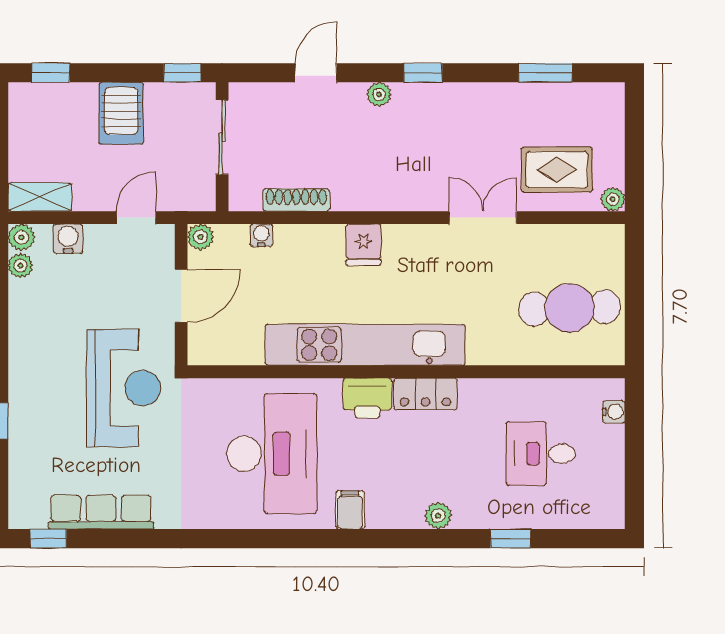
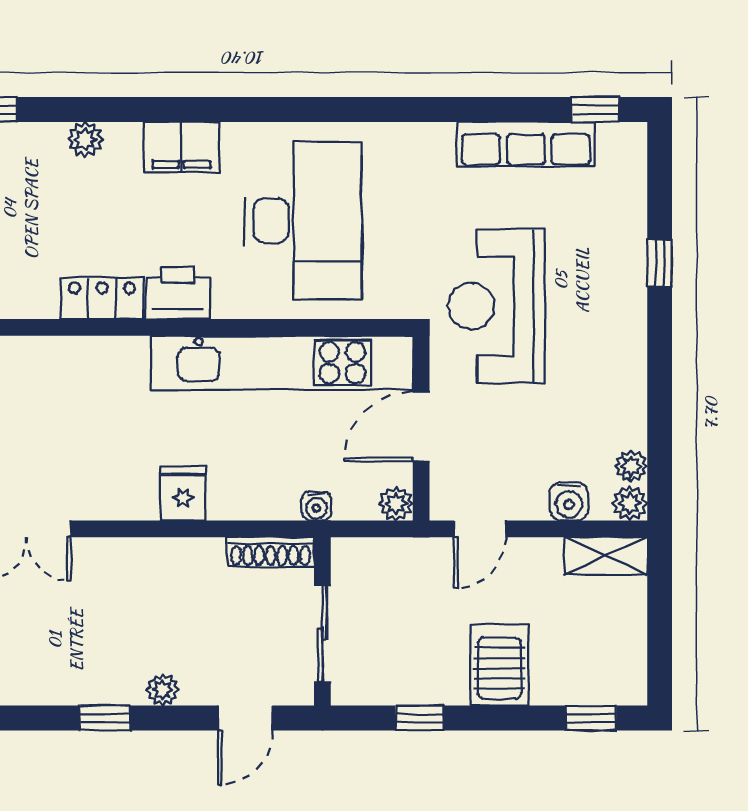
sliding door: (222, 137) -> (322, 634), moved
wall: (222, 147) -> (322, 621), moved
kitchen unit: (365, 345) -> (282, 363), moved
desk: (272, 454) -> (303, 221), turned 180
filing cabinet: (350, 510) -> (182, 147), width x2.00

